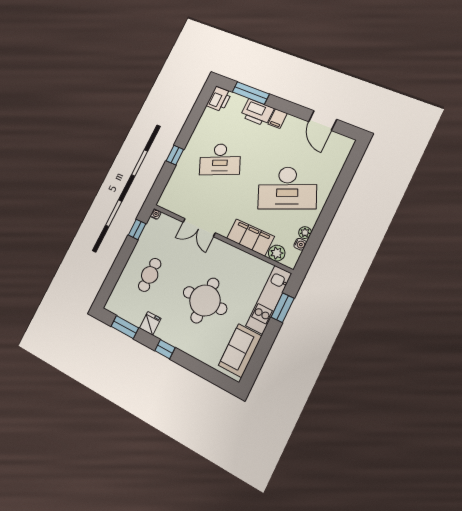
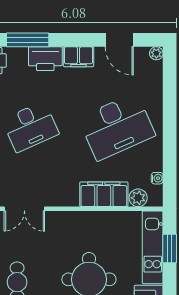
filing cabinet: (278, 119) -> (79, 57), width x2.00
double door: (199, 228) -> (24, 209), moved
plant: (305, 233) -> (156, 53), moved

